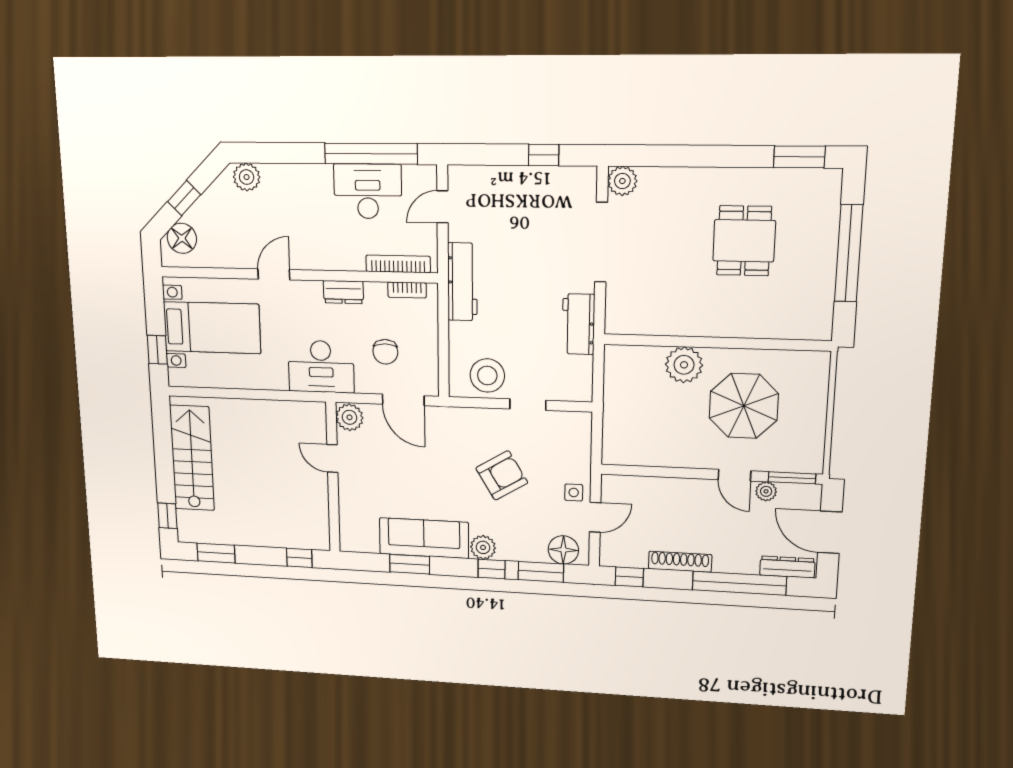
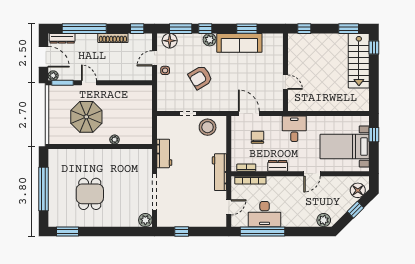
plant: (684, 365) -> (115, 140), width x0.53, depth x0.53
desk: (321, 367) -> (294, 129), width x0.73
plant: (349, 417) -> (276, 104), removed
stairs: (192, 458) -> (359, 61), moved
plant: (766, 491) -> (53, 76), moved

